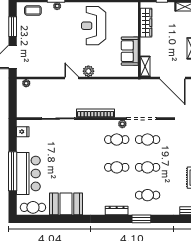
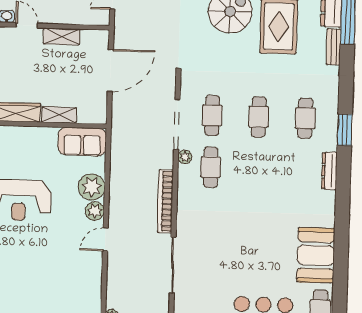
sofa: (130, 51) -> (82, 142), moved
shelving: (145, 66) -> (59, 115), moved
plant: (103, 69) -> (92, 187), added
cafe table: (117, 167) -> (257, 169), removed

